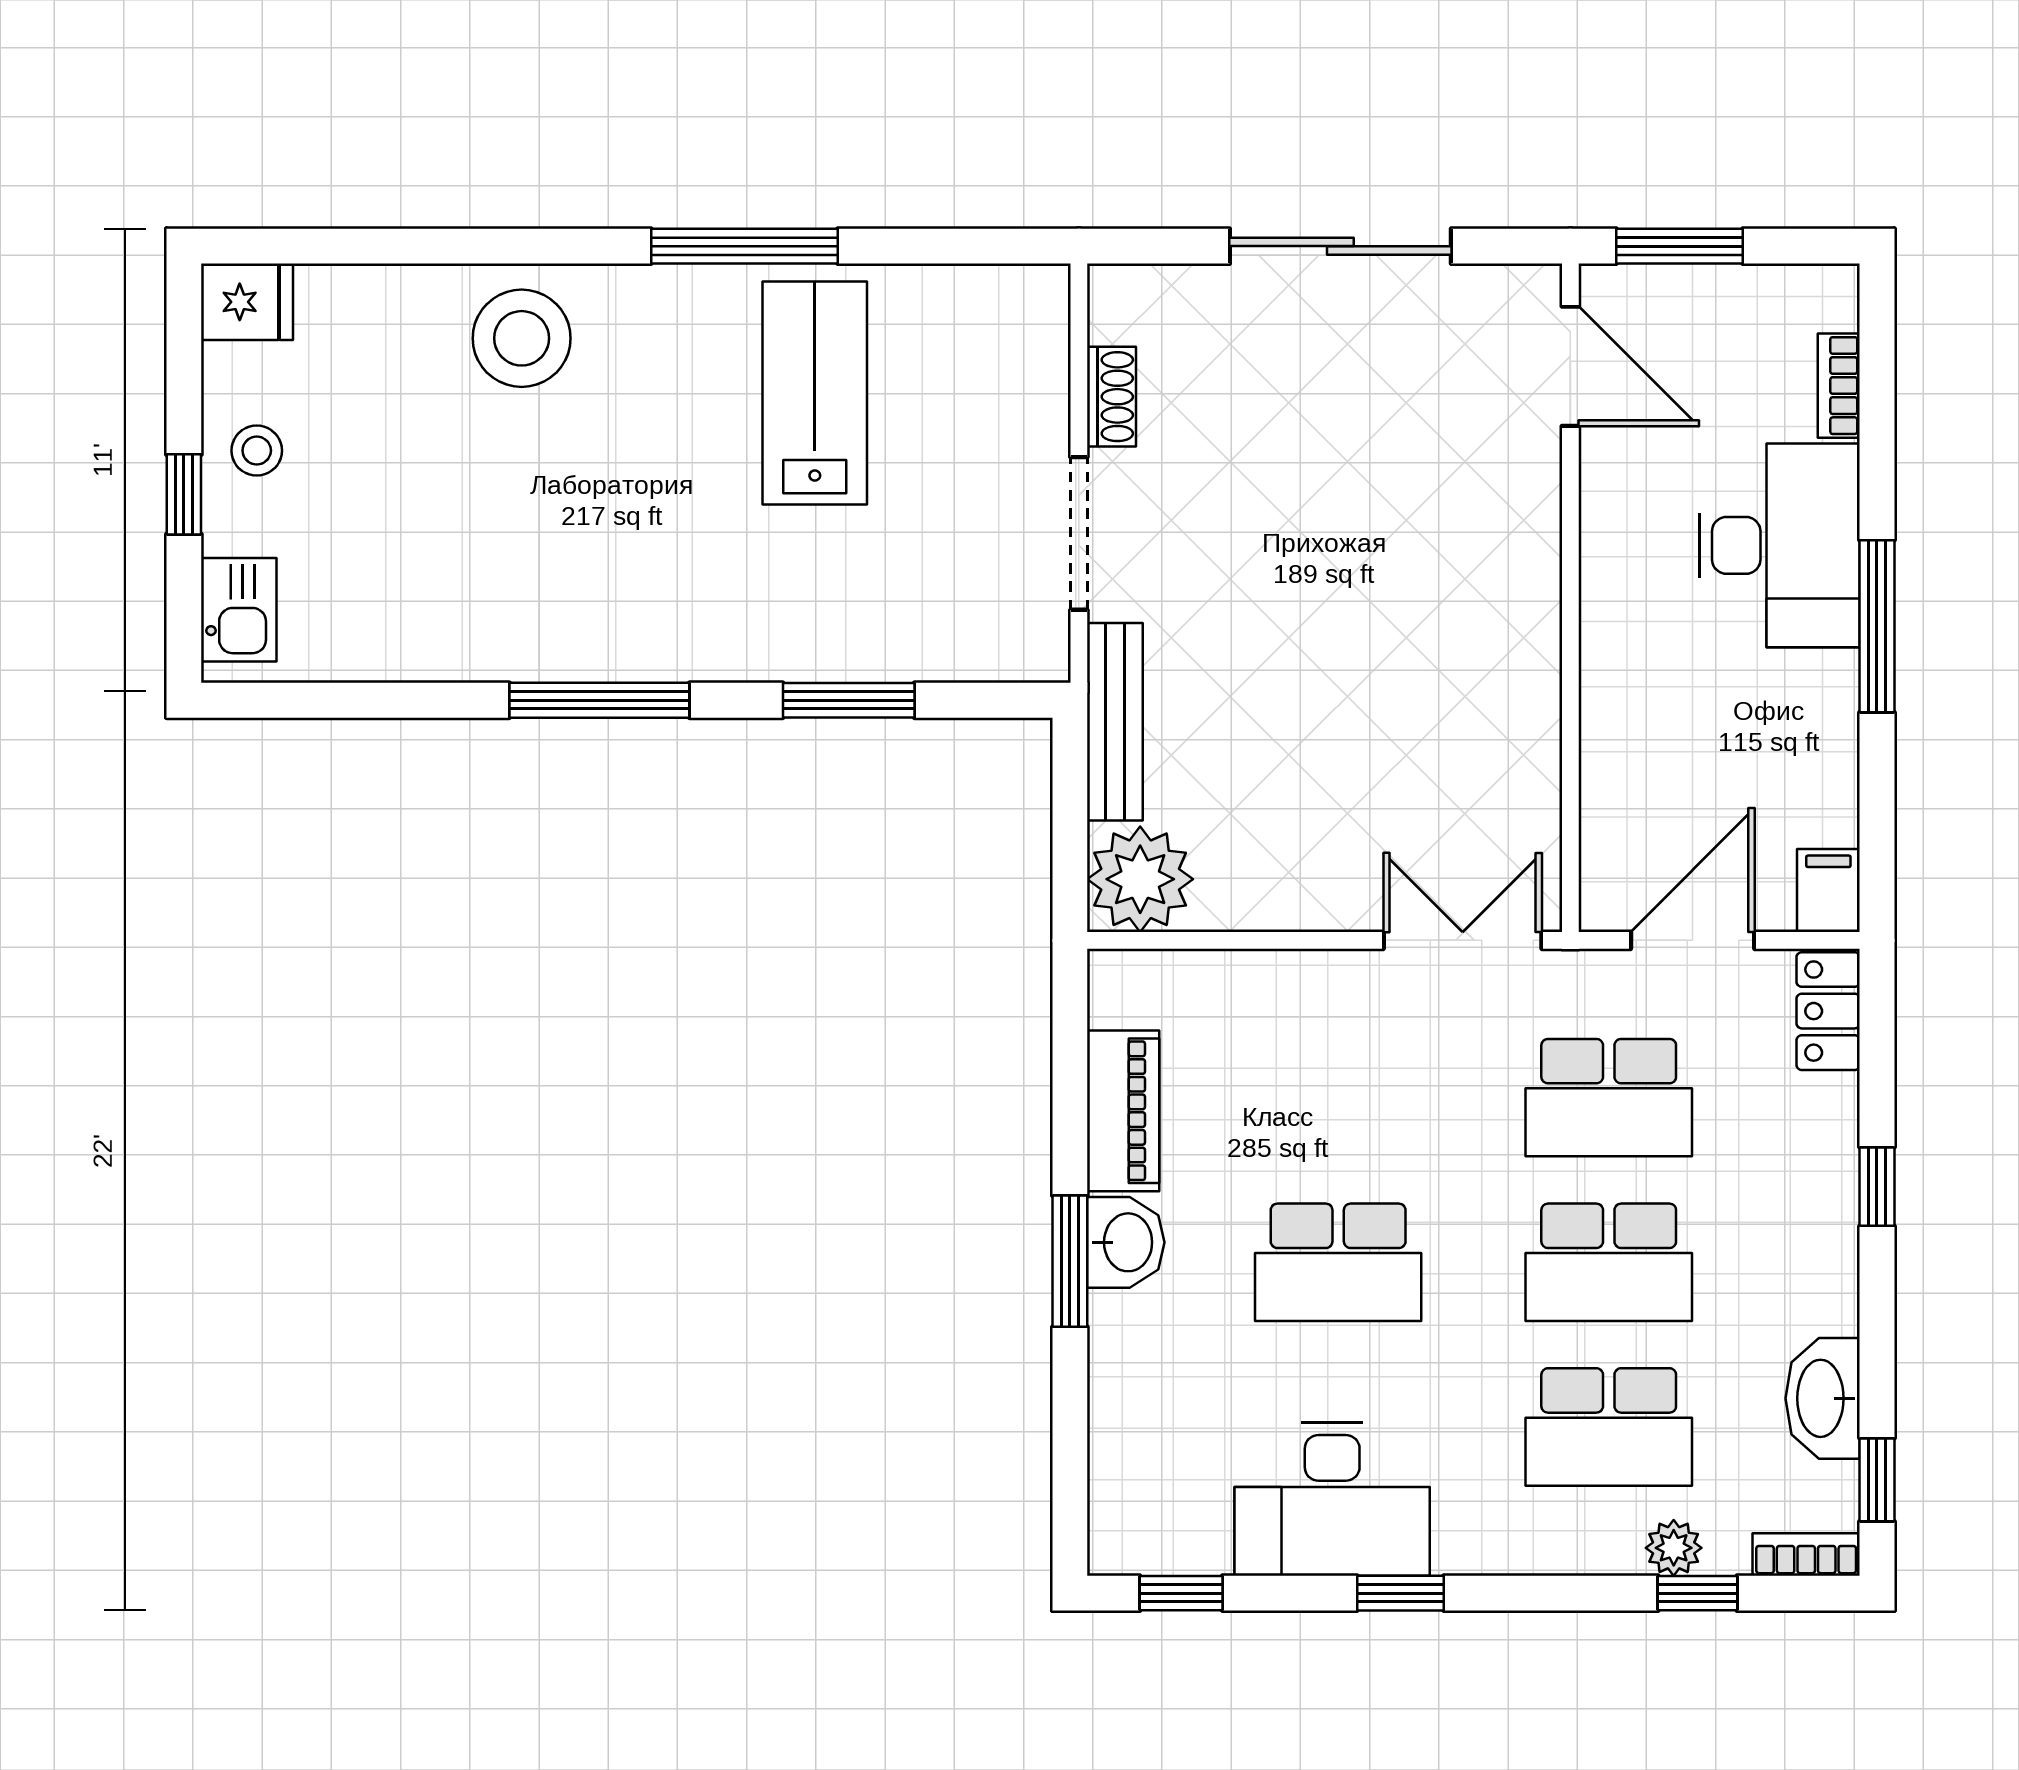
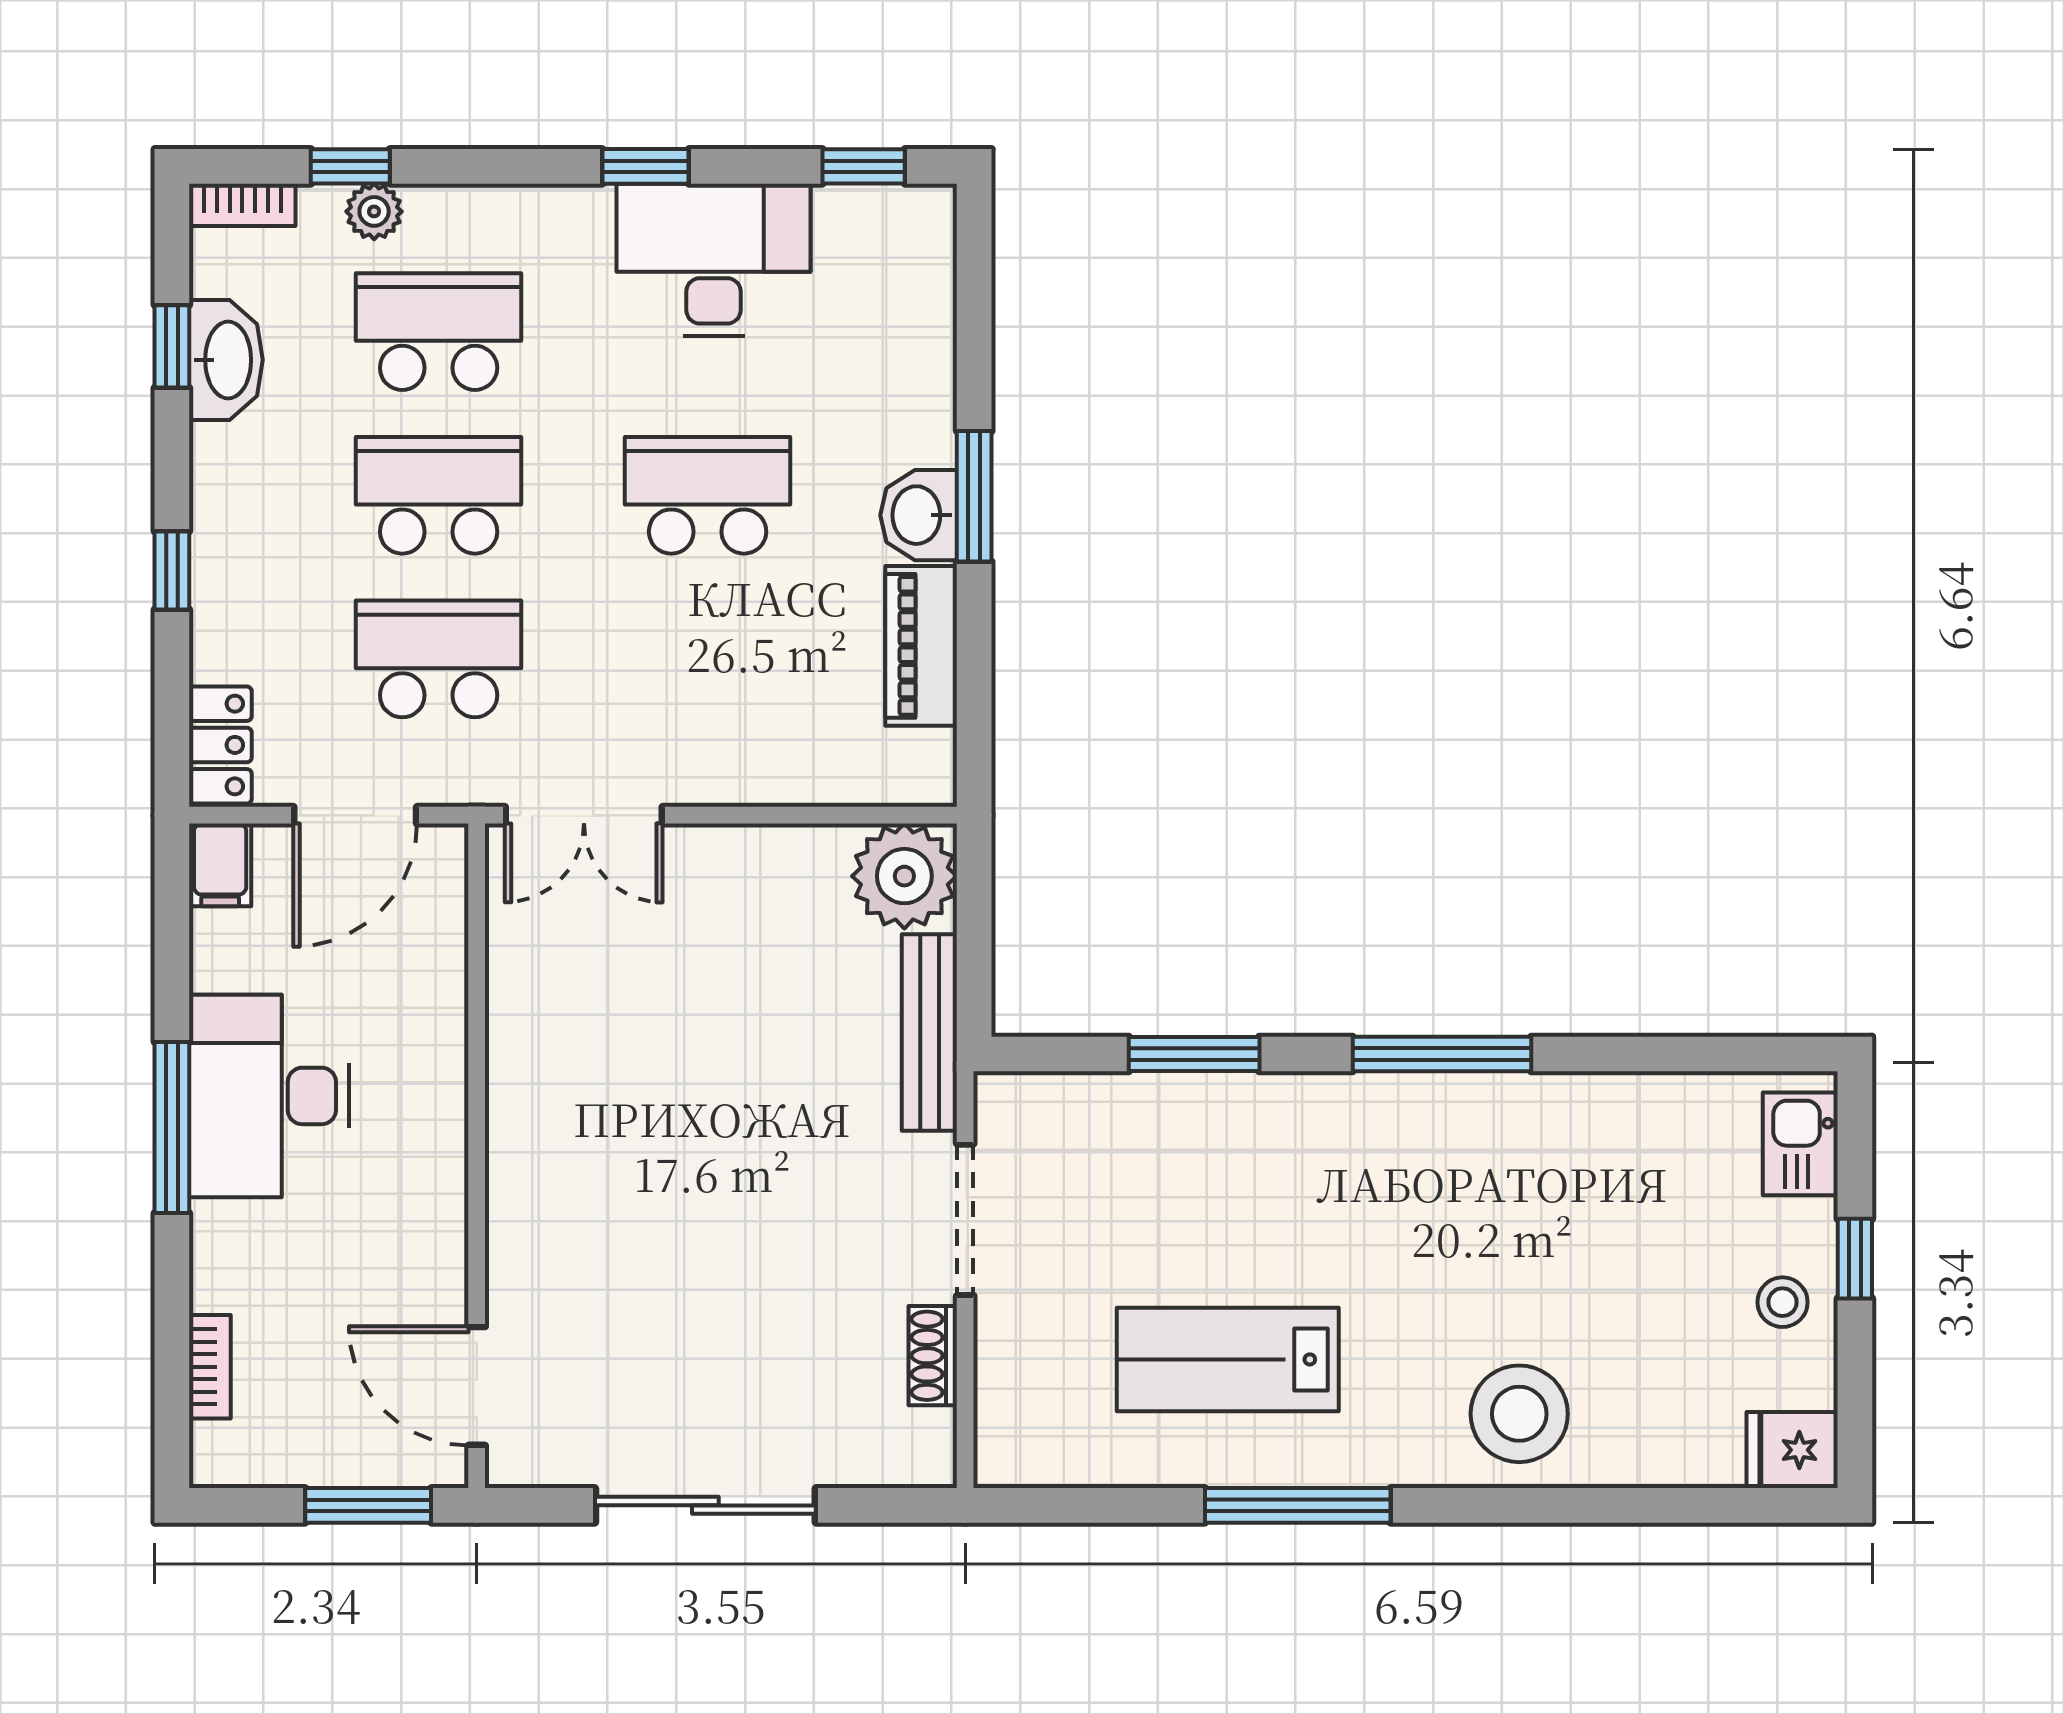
lab bench: (815, 393) -> (1228, 1359), turned 90
desk: (1779, 545) -> (269, 1096), moved
window: (1877, 1480) -> (172, 346), moved

